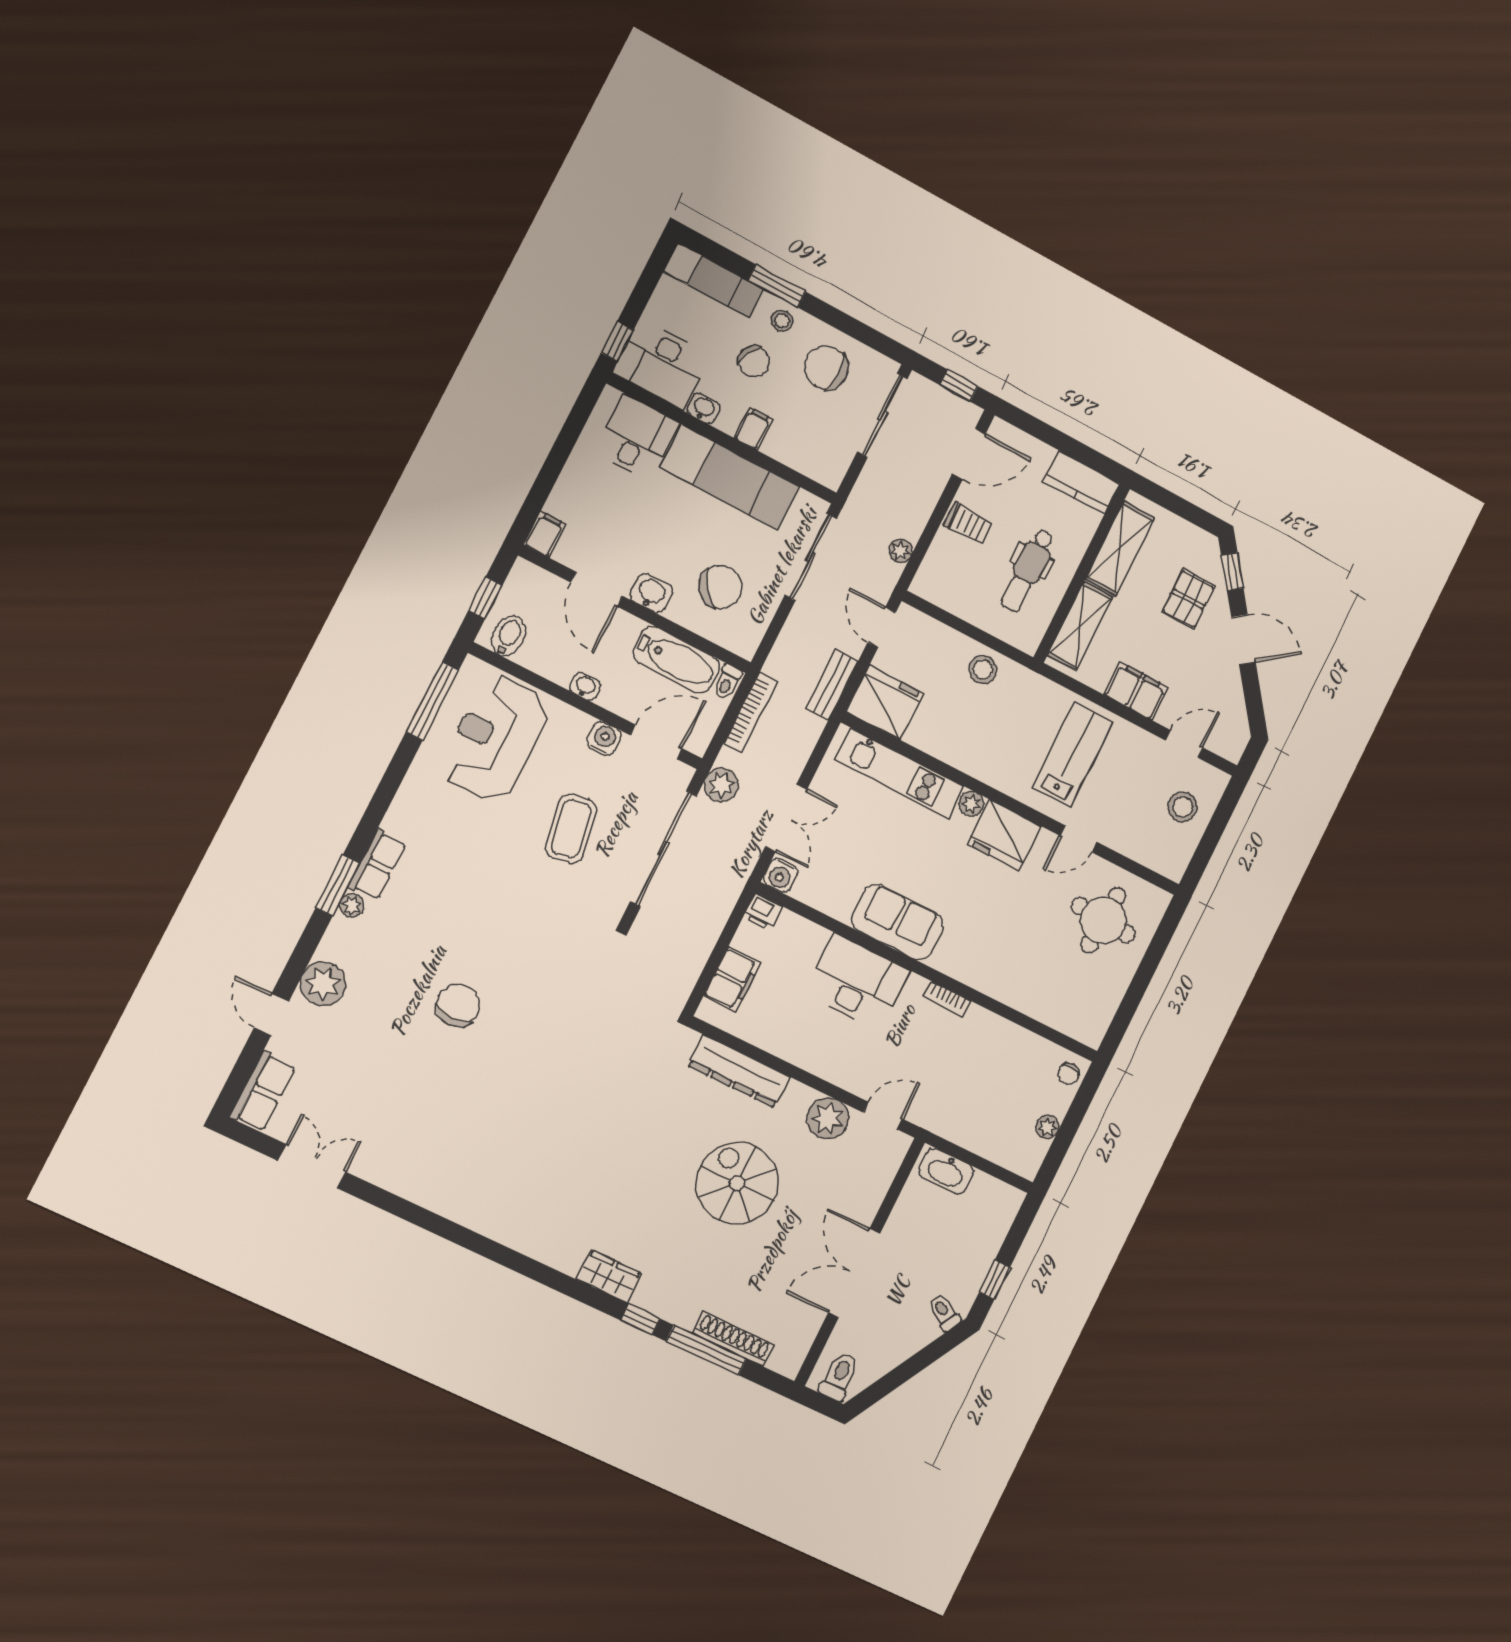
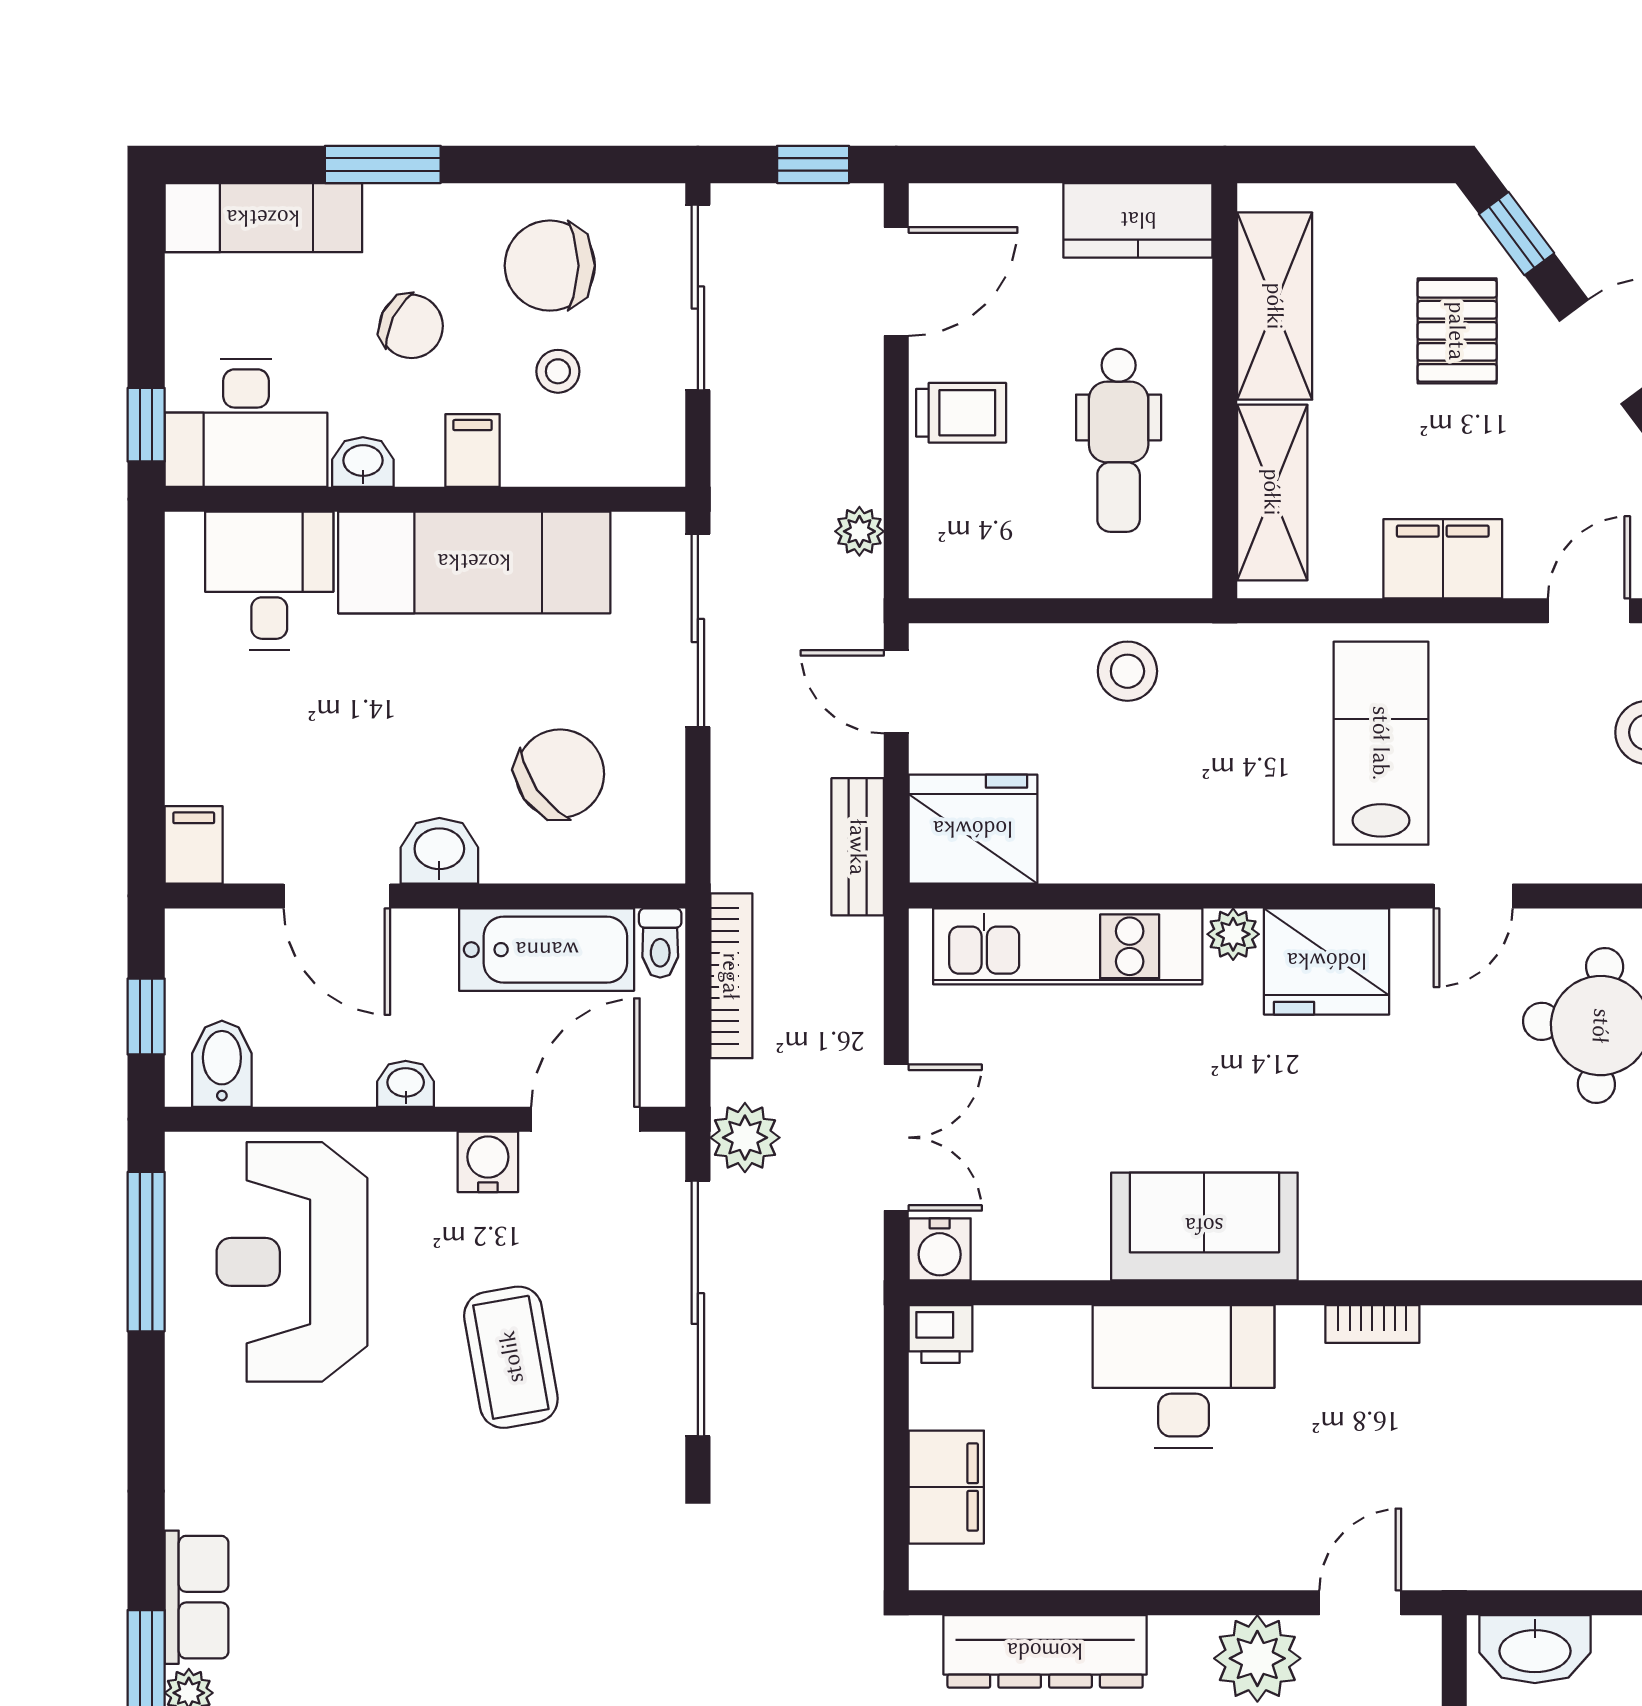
stool: (782, 321) -> (558, 371), moved

